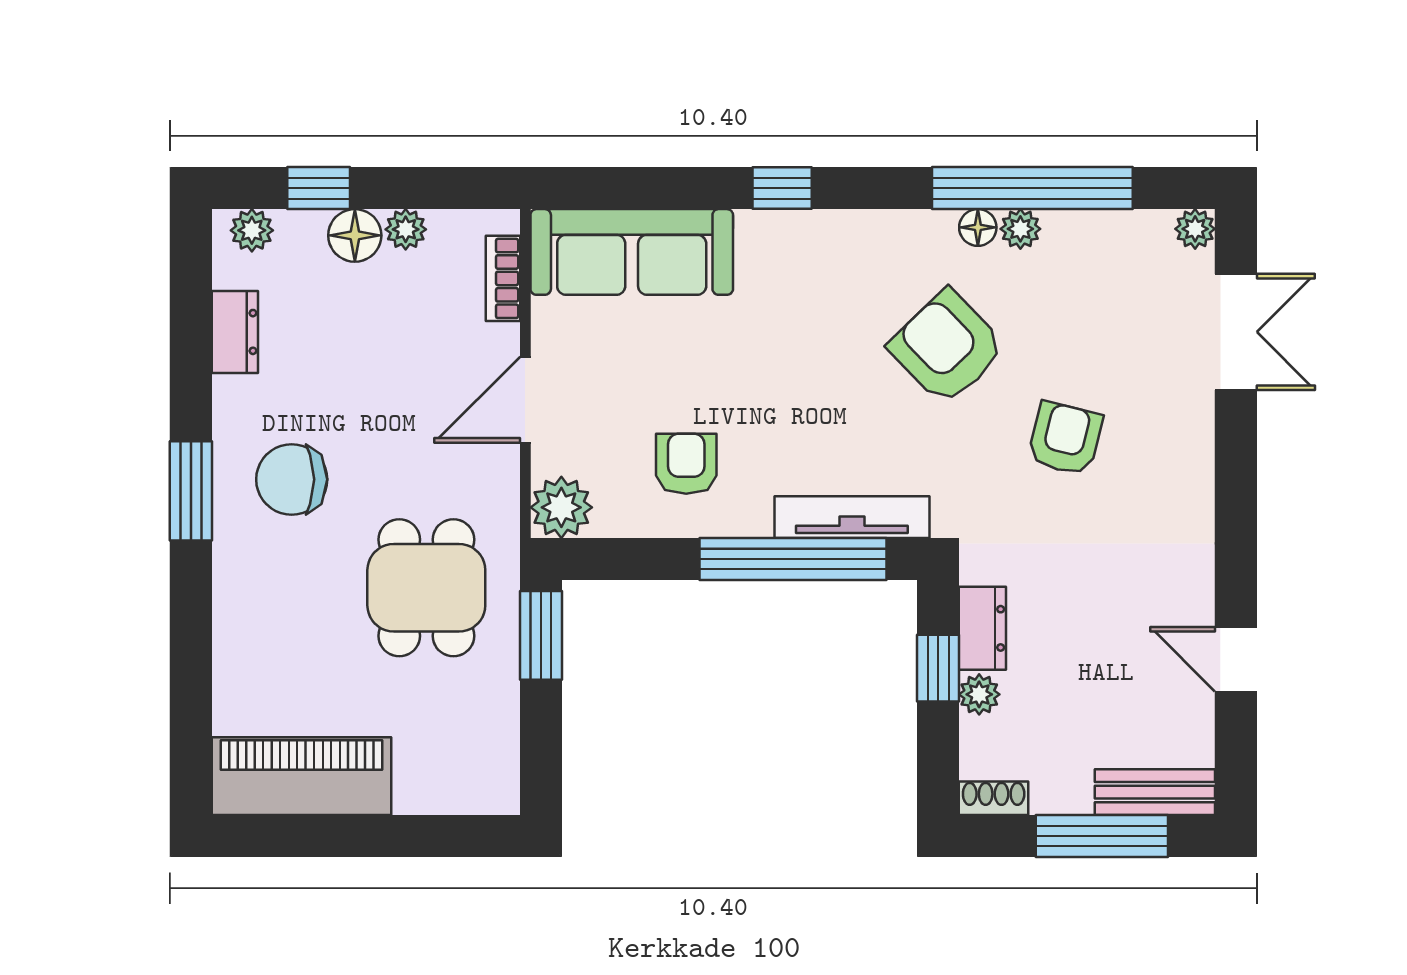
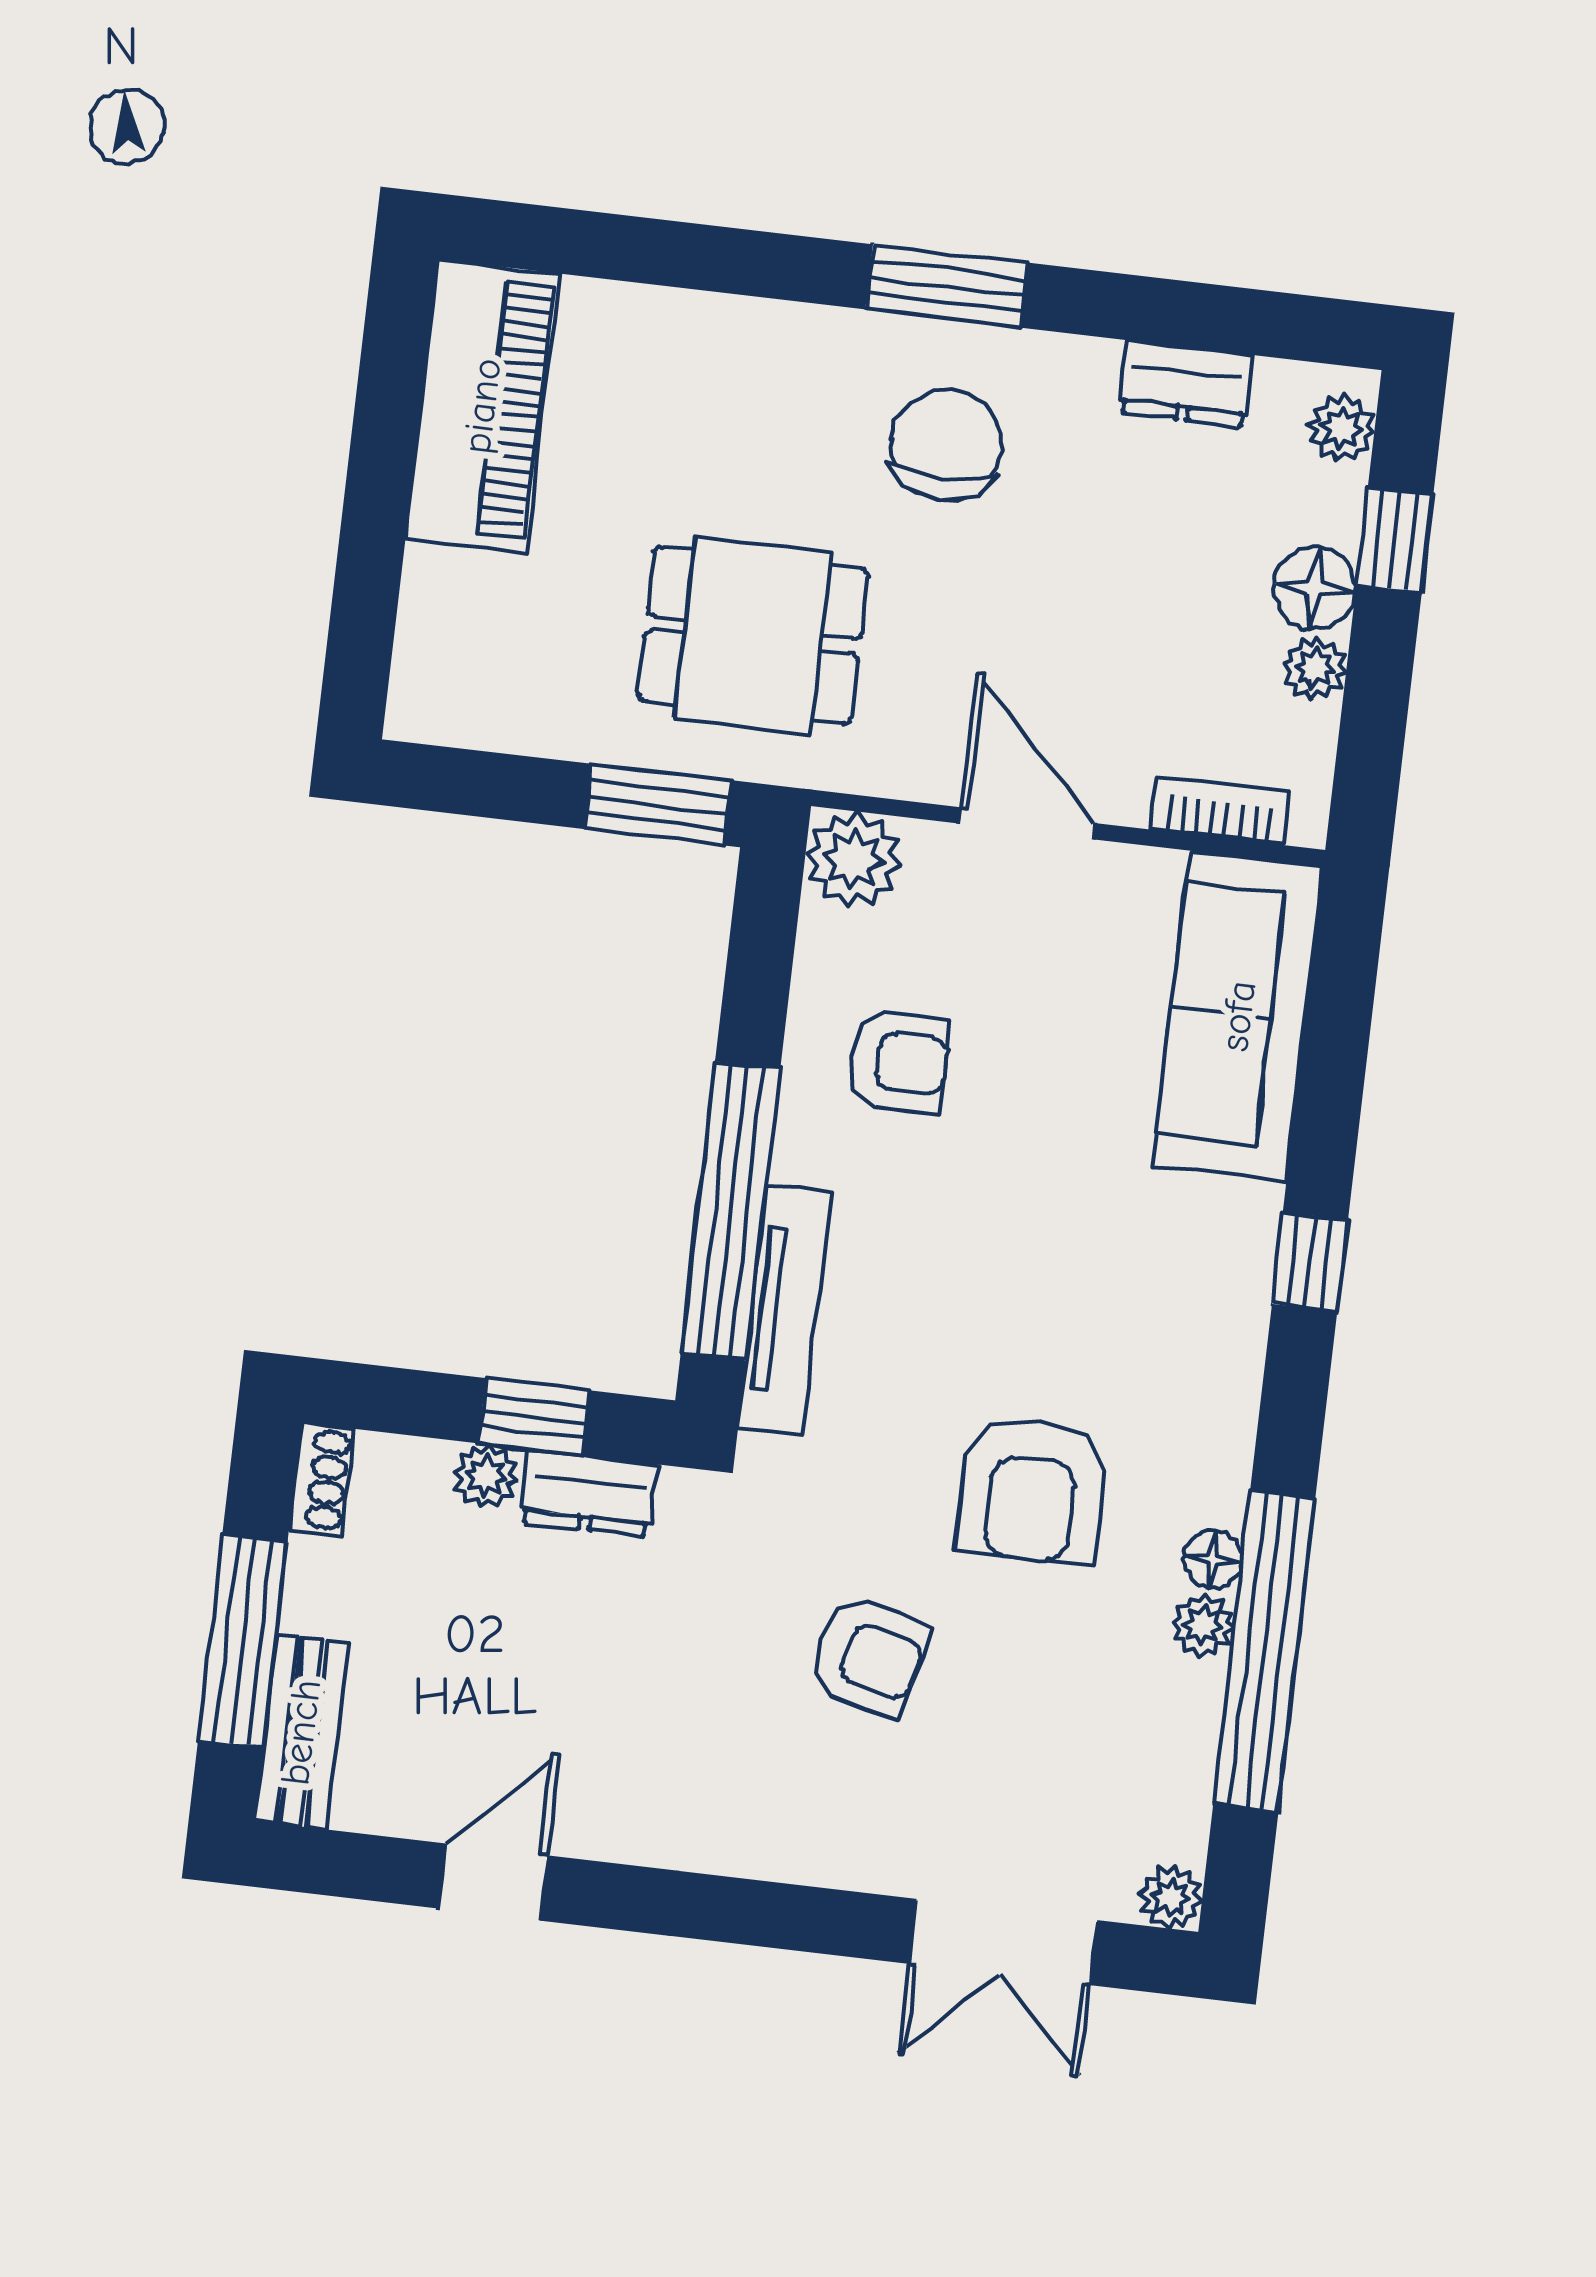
armchair: (947, 347) -> (1032, 1490), turned 134

